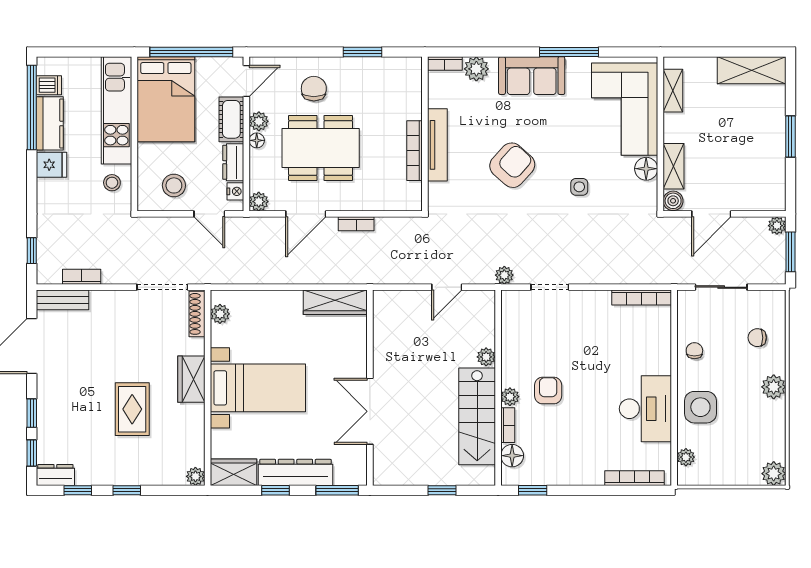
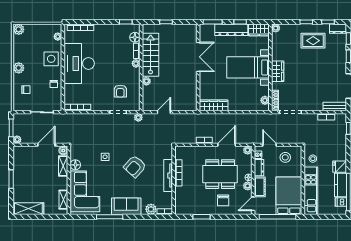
armchair: (548, 391) -> (120, 91), moved
rug: (132, 409) -> (313, 41), moved, turned 90
desk: (645, 409) -> (79, 63), width x1.36, depth x1.30

